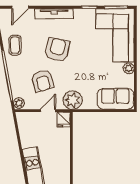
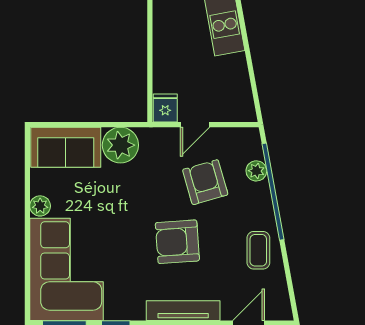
armchair: (57, 50) -> (177, 242), turned 73
plant: (73, 100) -> (120, 145), moved
plant: (19, 103) -> (256, 171), moved

